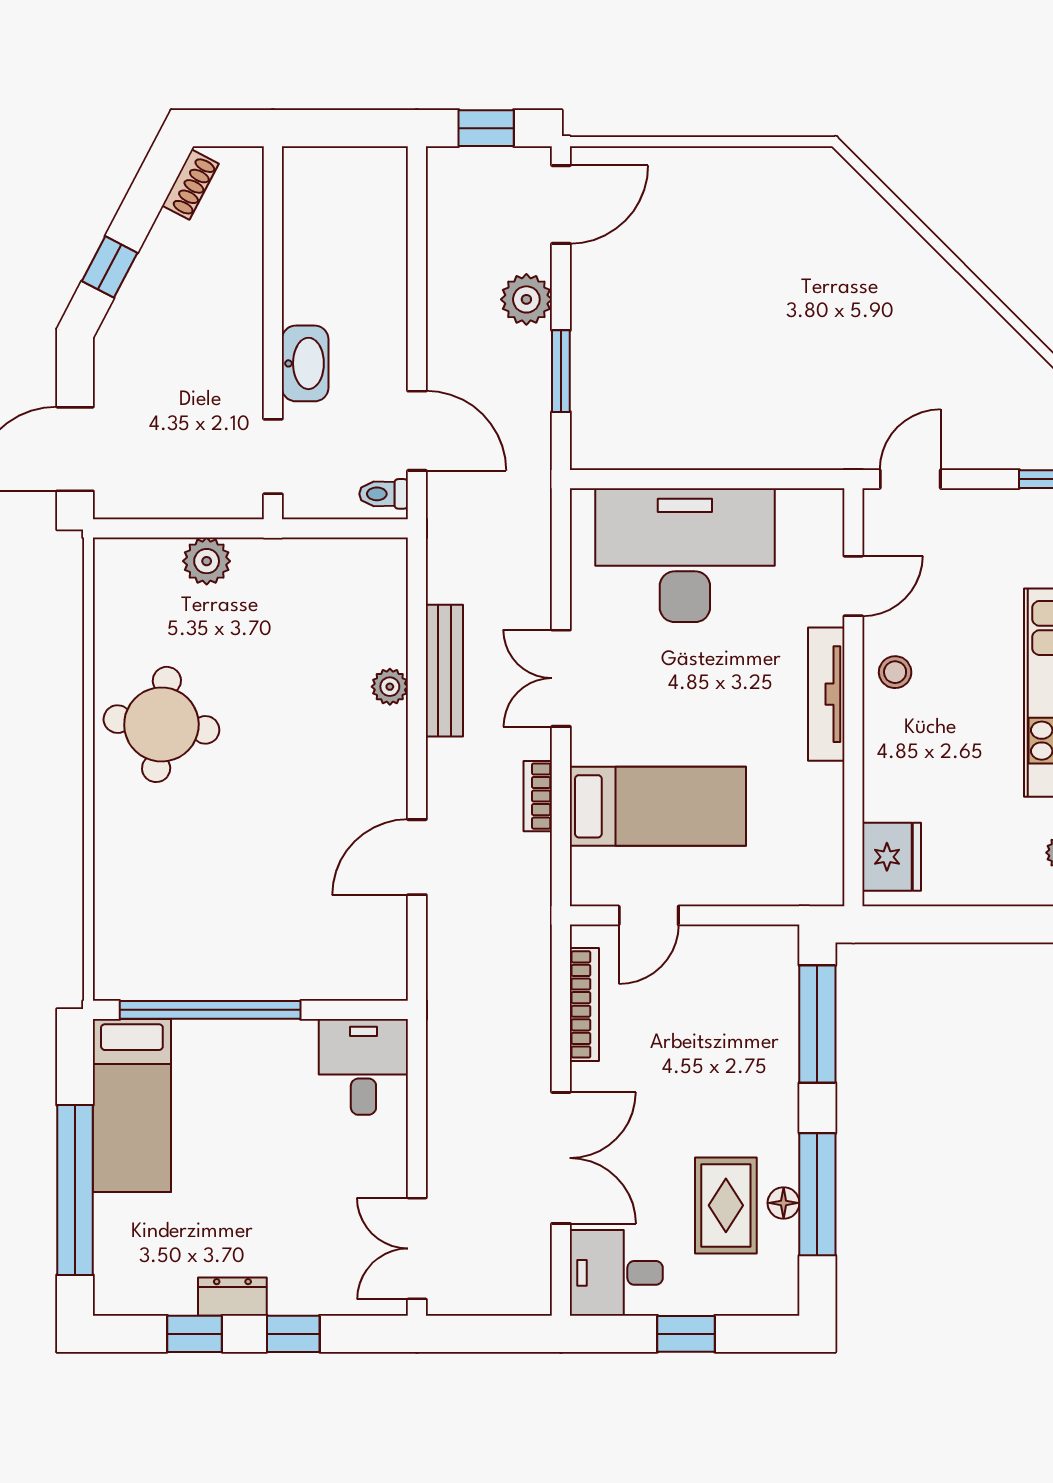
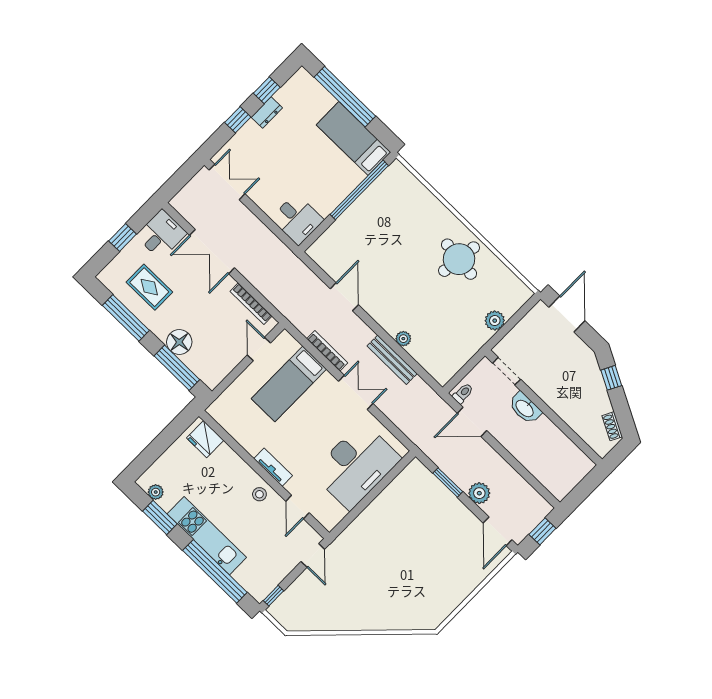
tv unit: (826, 694) -> (273, 467), width x0.71
bookcase: (538, 796) -> (327, 351), width x1.56
floor lamp: (784, 1203) -> (179, 342), moved, width x1.89, depth x1.89

